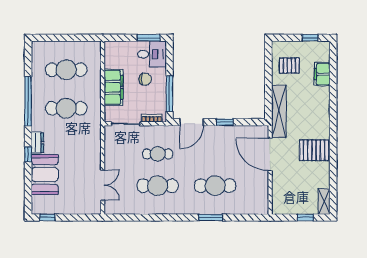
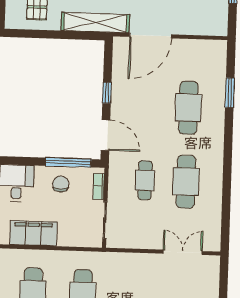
chair: (145, 79) -> (61, 184), moved
filing cabinet: (114, 87) -> (33, 233), moved
window: (211, 217) -> (230, 93), moved

